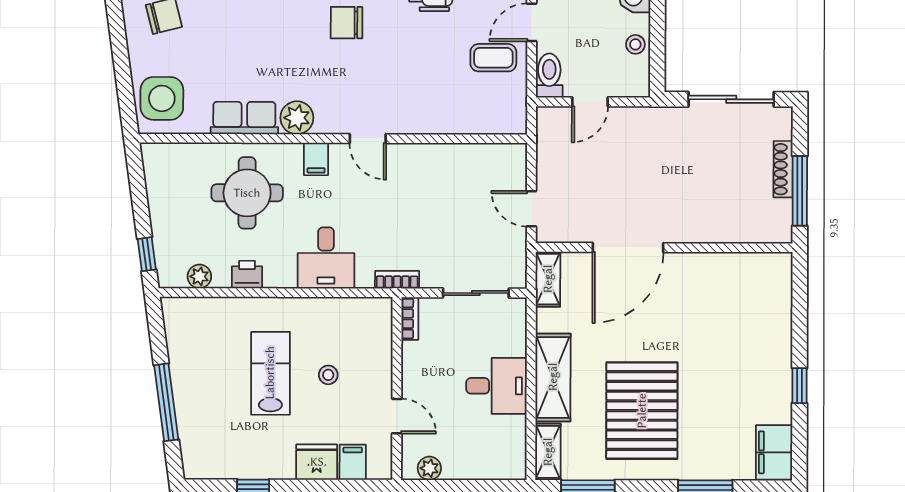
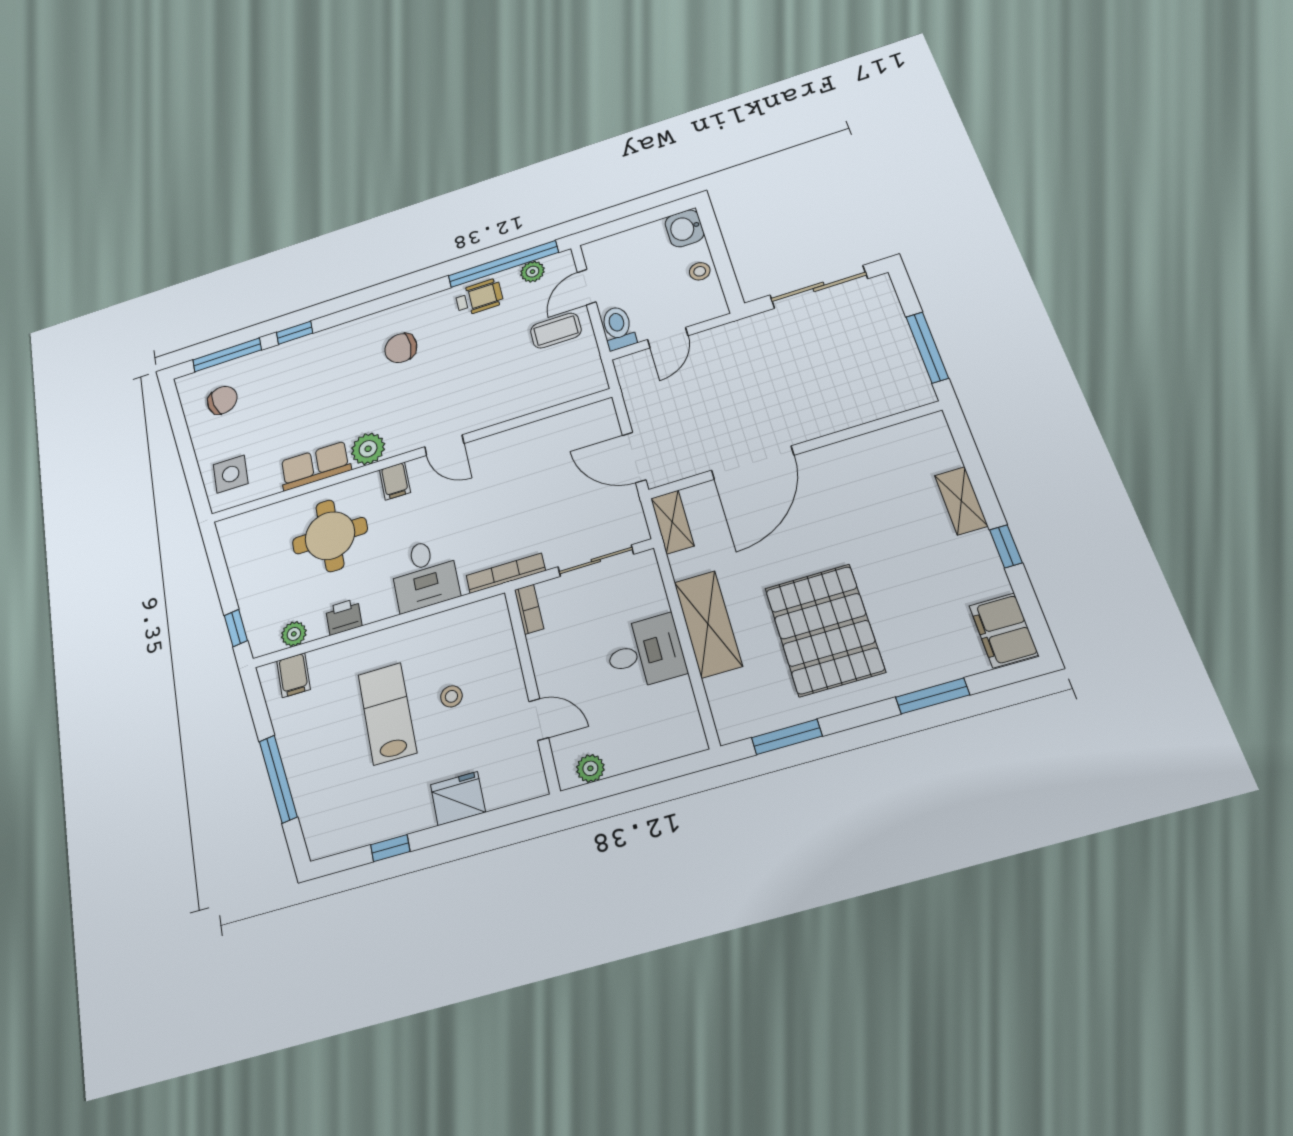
side table: (162, 98) -> (231, 474), width x0.73, depth x0.73
shoe rack: (783, 169) -> (900, 333), removed
door: (531, 209) -> (634, 457), width x1.38
bookcase: (397, 280) -> (506, 573), width x1.56
shelving: (548, 452) -> (961, 501), moved
filing cabinet: (353, 462) -> (294, 675), moved, turned 180

